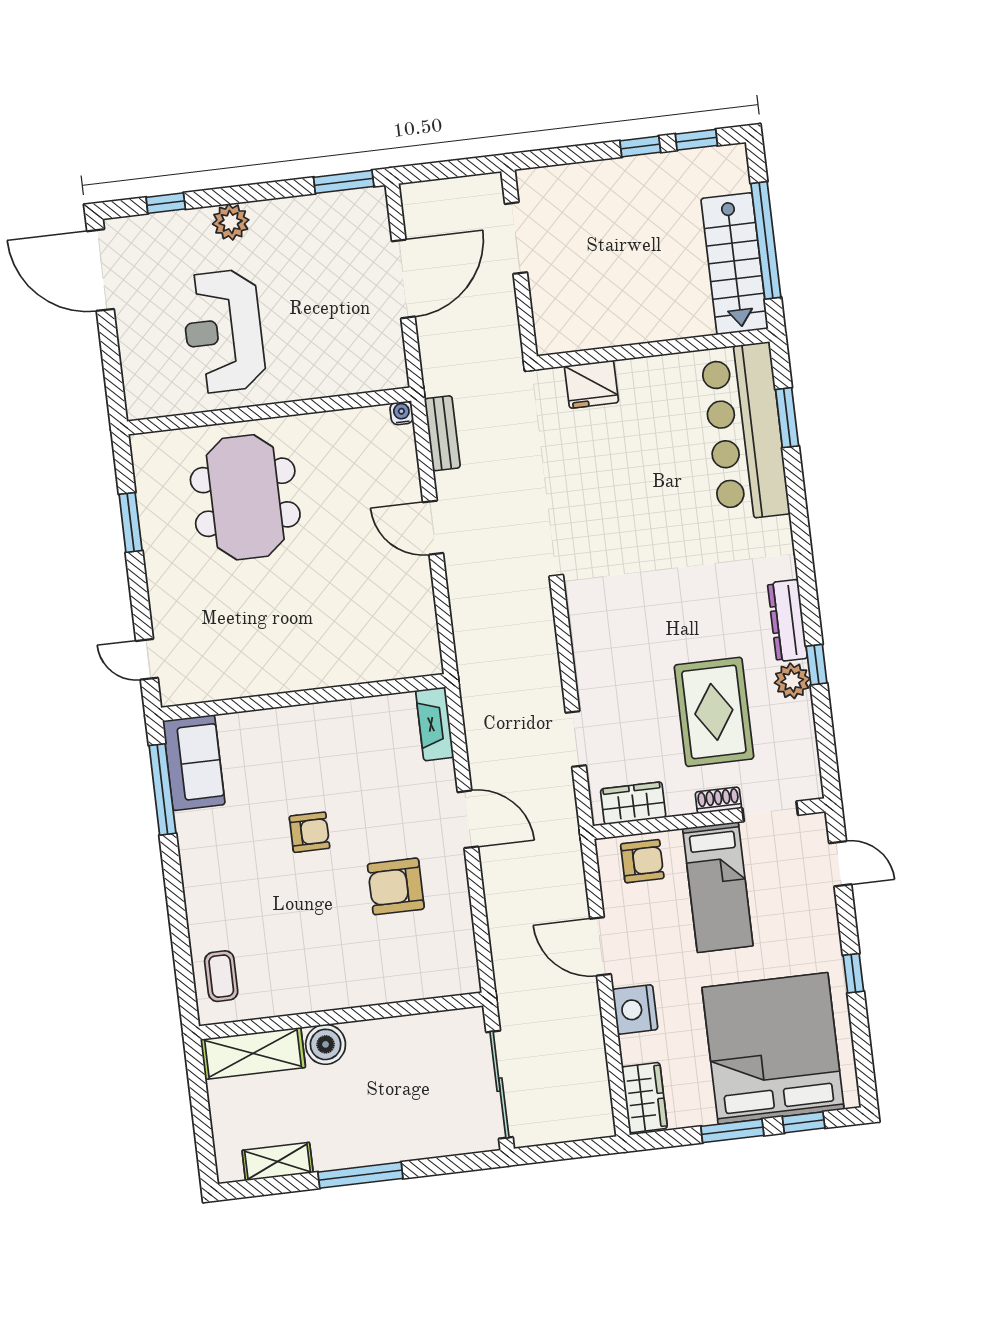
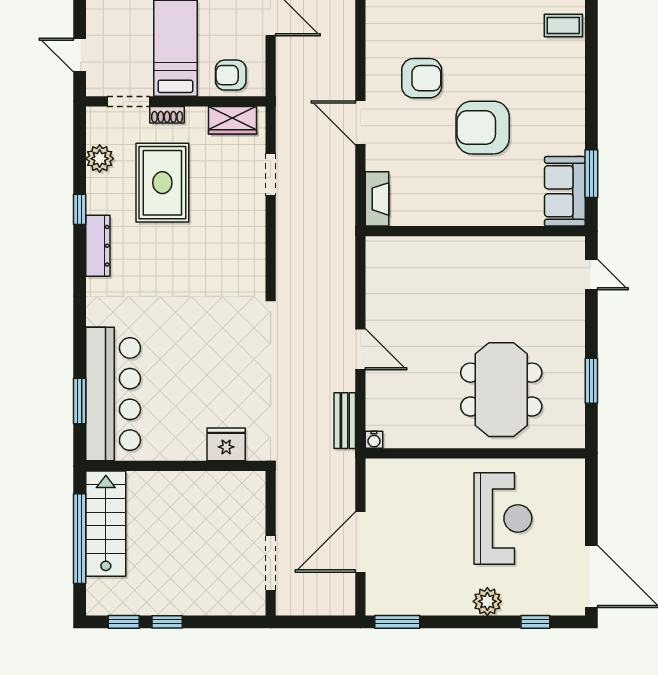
plant: (792, 681) -> (100, 159), moved
window: (162, 789) -> (591, 174), width x0.69
armchair: (310, 832) -> (483, 128), width x1.88, depth x1.88
coffee table: (221, 976) -> (563, 26), turned 90

